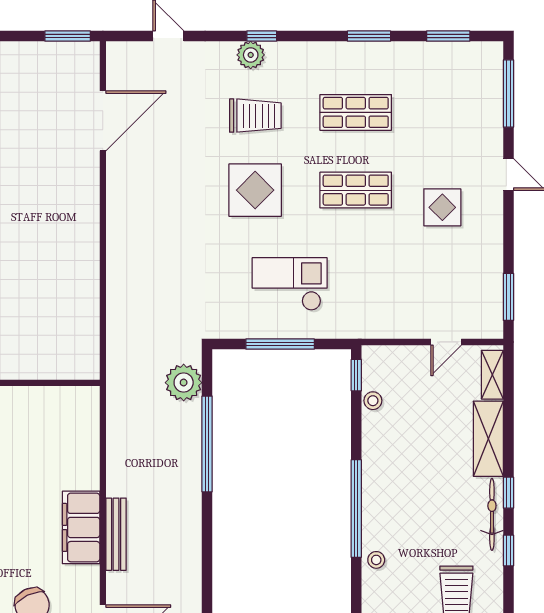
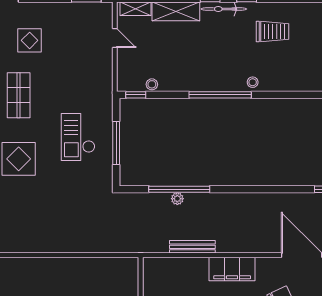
plant: (184, 383) -> (177, 199), moved, width x0.53, depth x0.53
bench: (116, 534) -> (192, 247), moved

